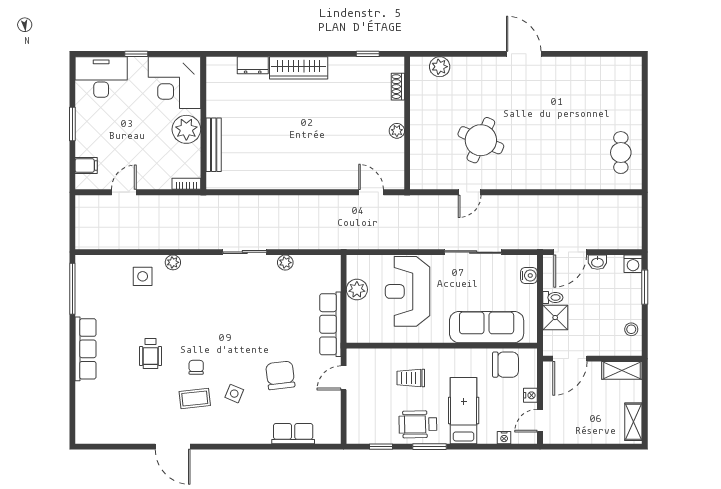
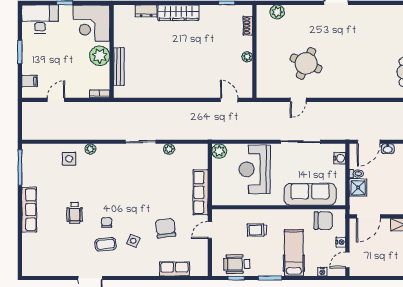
plant: (357, 289) -> (219, 151), moved
wheelchair: (418, 424) -> (237, 264), moved

